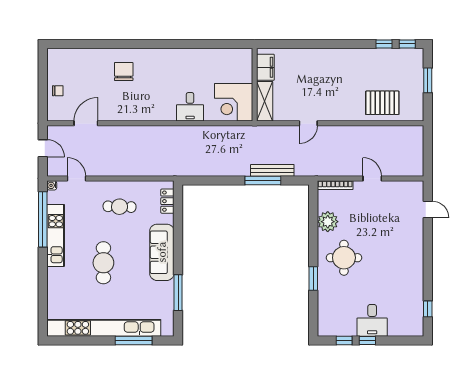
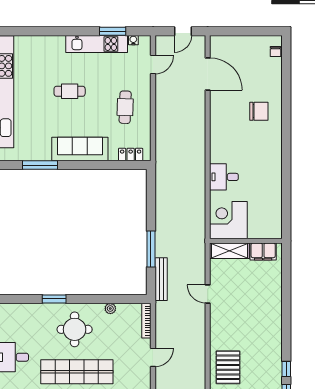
chair: (58, 91) -> (276, 51), moved
door: (86, 123) -> (208, 74), width x1.36
bench: (272, 170) -> (161, 279), moved
water cooler: (52, 185) -> (133, 40), moved
window: (43, 219) -> (113, 31), width x0.47
plant: (328, 222) -> (110, 309), width x0.53, depth x0.53
shop shelf: (387, 255) -> (77, 372), added
cafe table: (103, 263) -> (70, 91), width x0.73, depth x0.74

